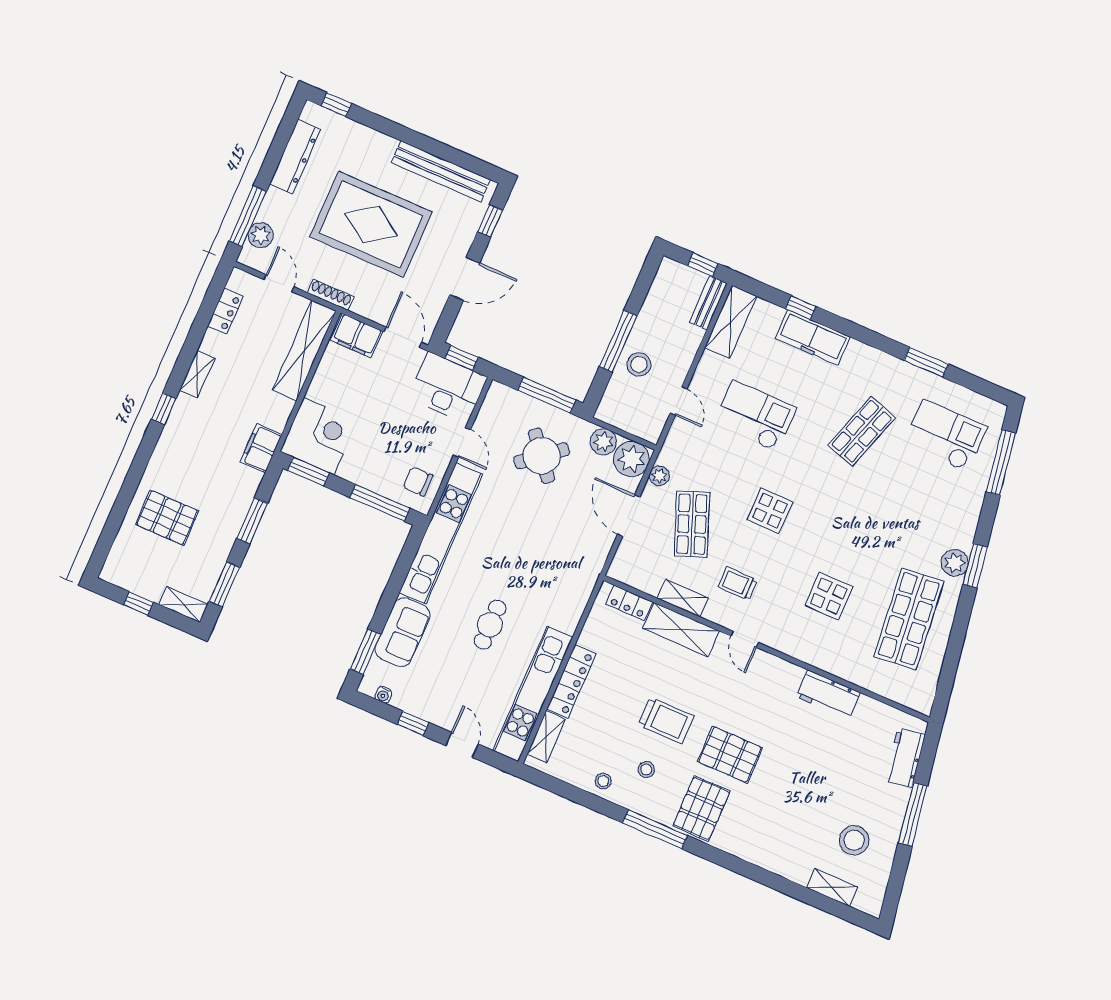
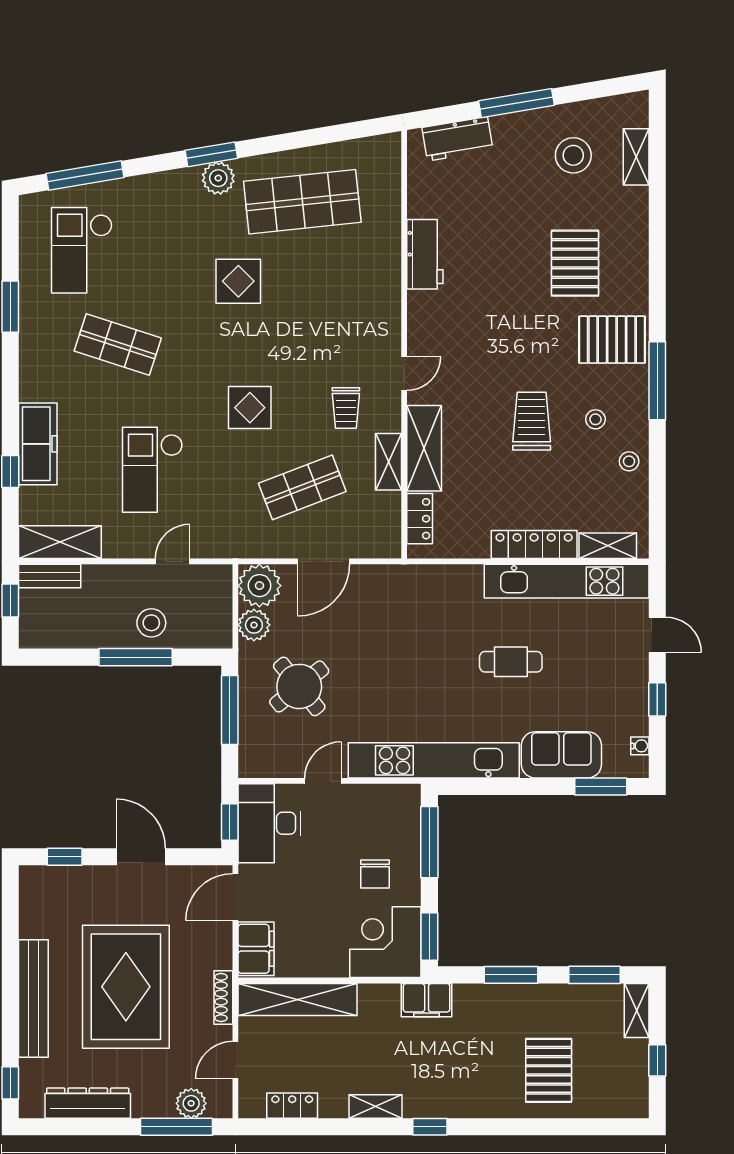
bench: (441, 171) -> (33, 998), moved
plant: (659, 476) -> (265, 547), removed
chair: (418, 481) -> (375, 874), moved
display table: (829, 596) -> (238, 281), moved
door: (462, 745) -> (657, 635), swing flipped
pallet: (730, 755) -> (575, 263), moved

